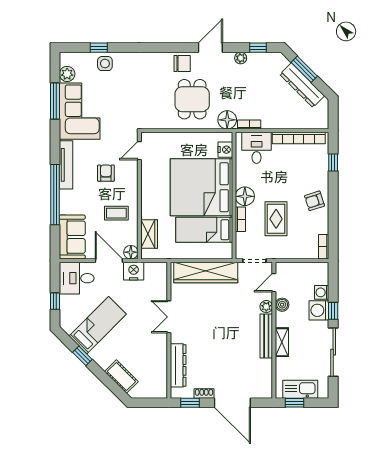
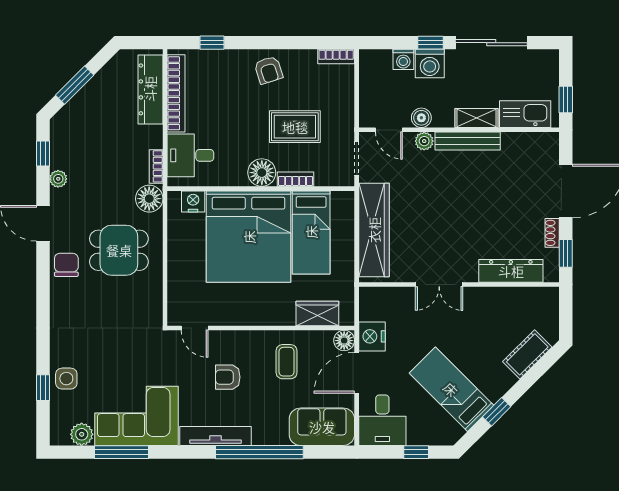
dresser: (302, 85) -> (150, 89), moved, turned 135
kitchen sink: (300, 389) -> (525, 114), moved, turned 90

